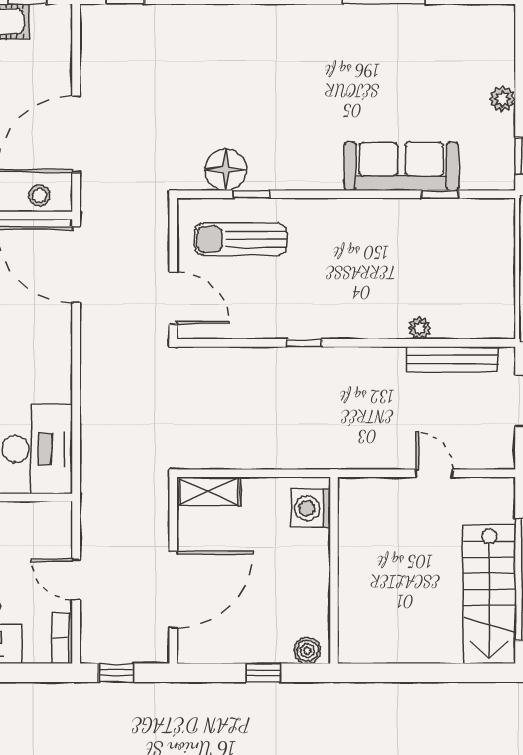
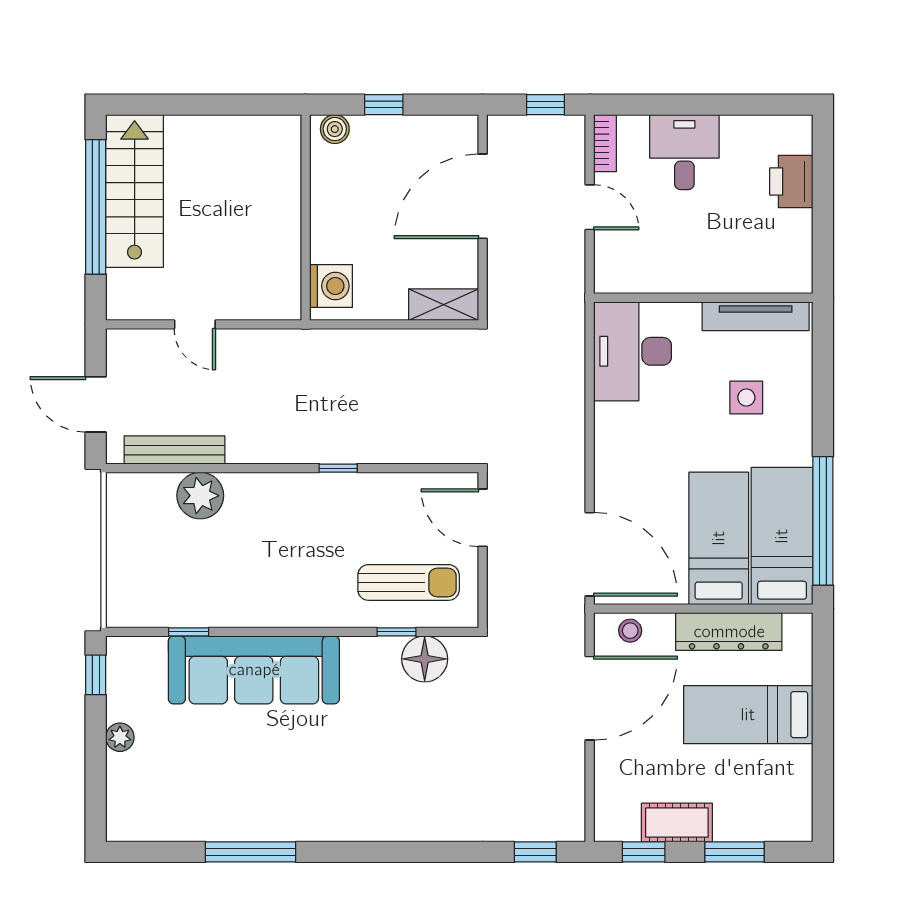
sofa: (401, 166) -> (254, 670), width x1.36, depth x1.27
plant: (420, 328) -> (200, 496), width x1.87, depth x1.87

